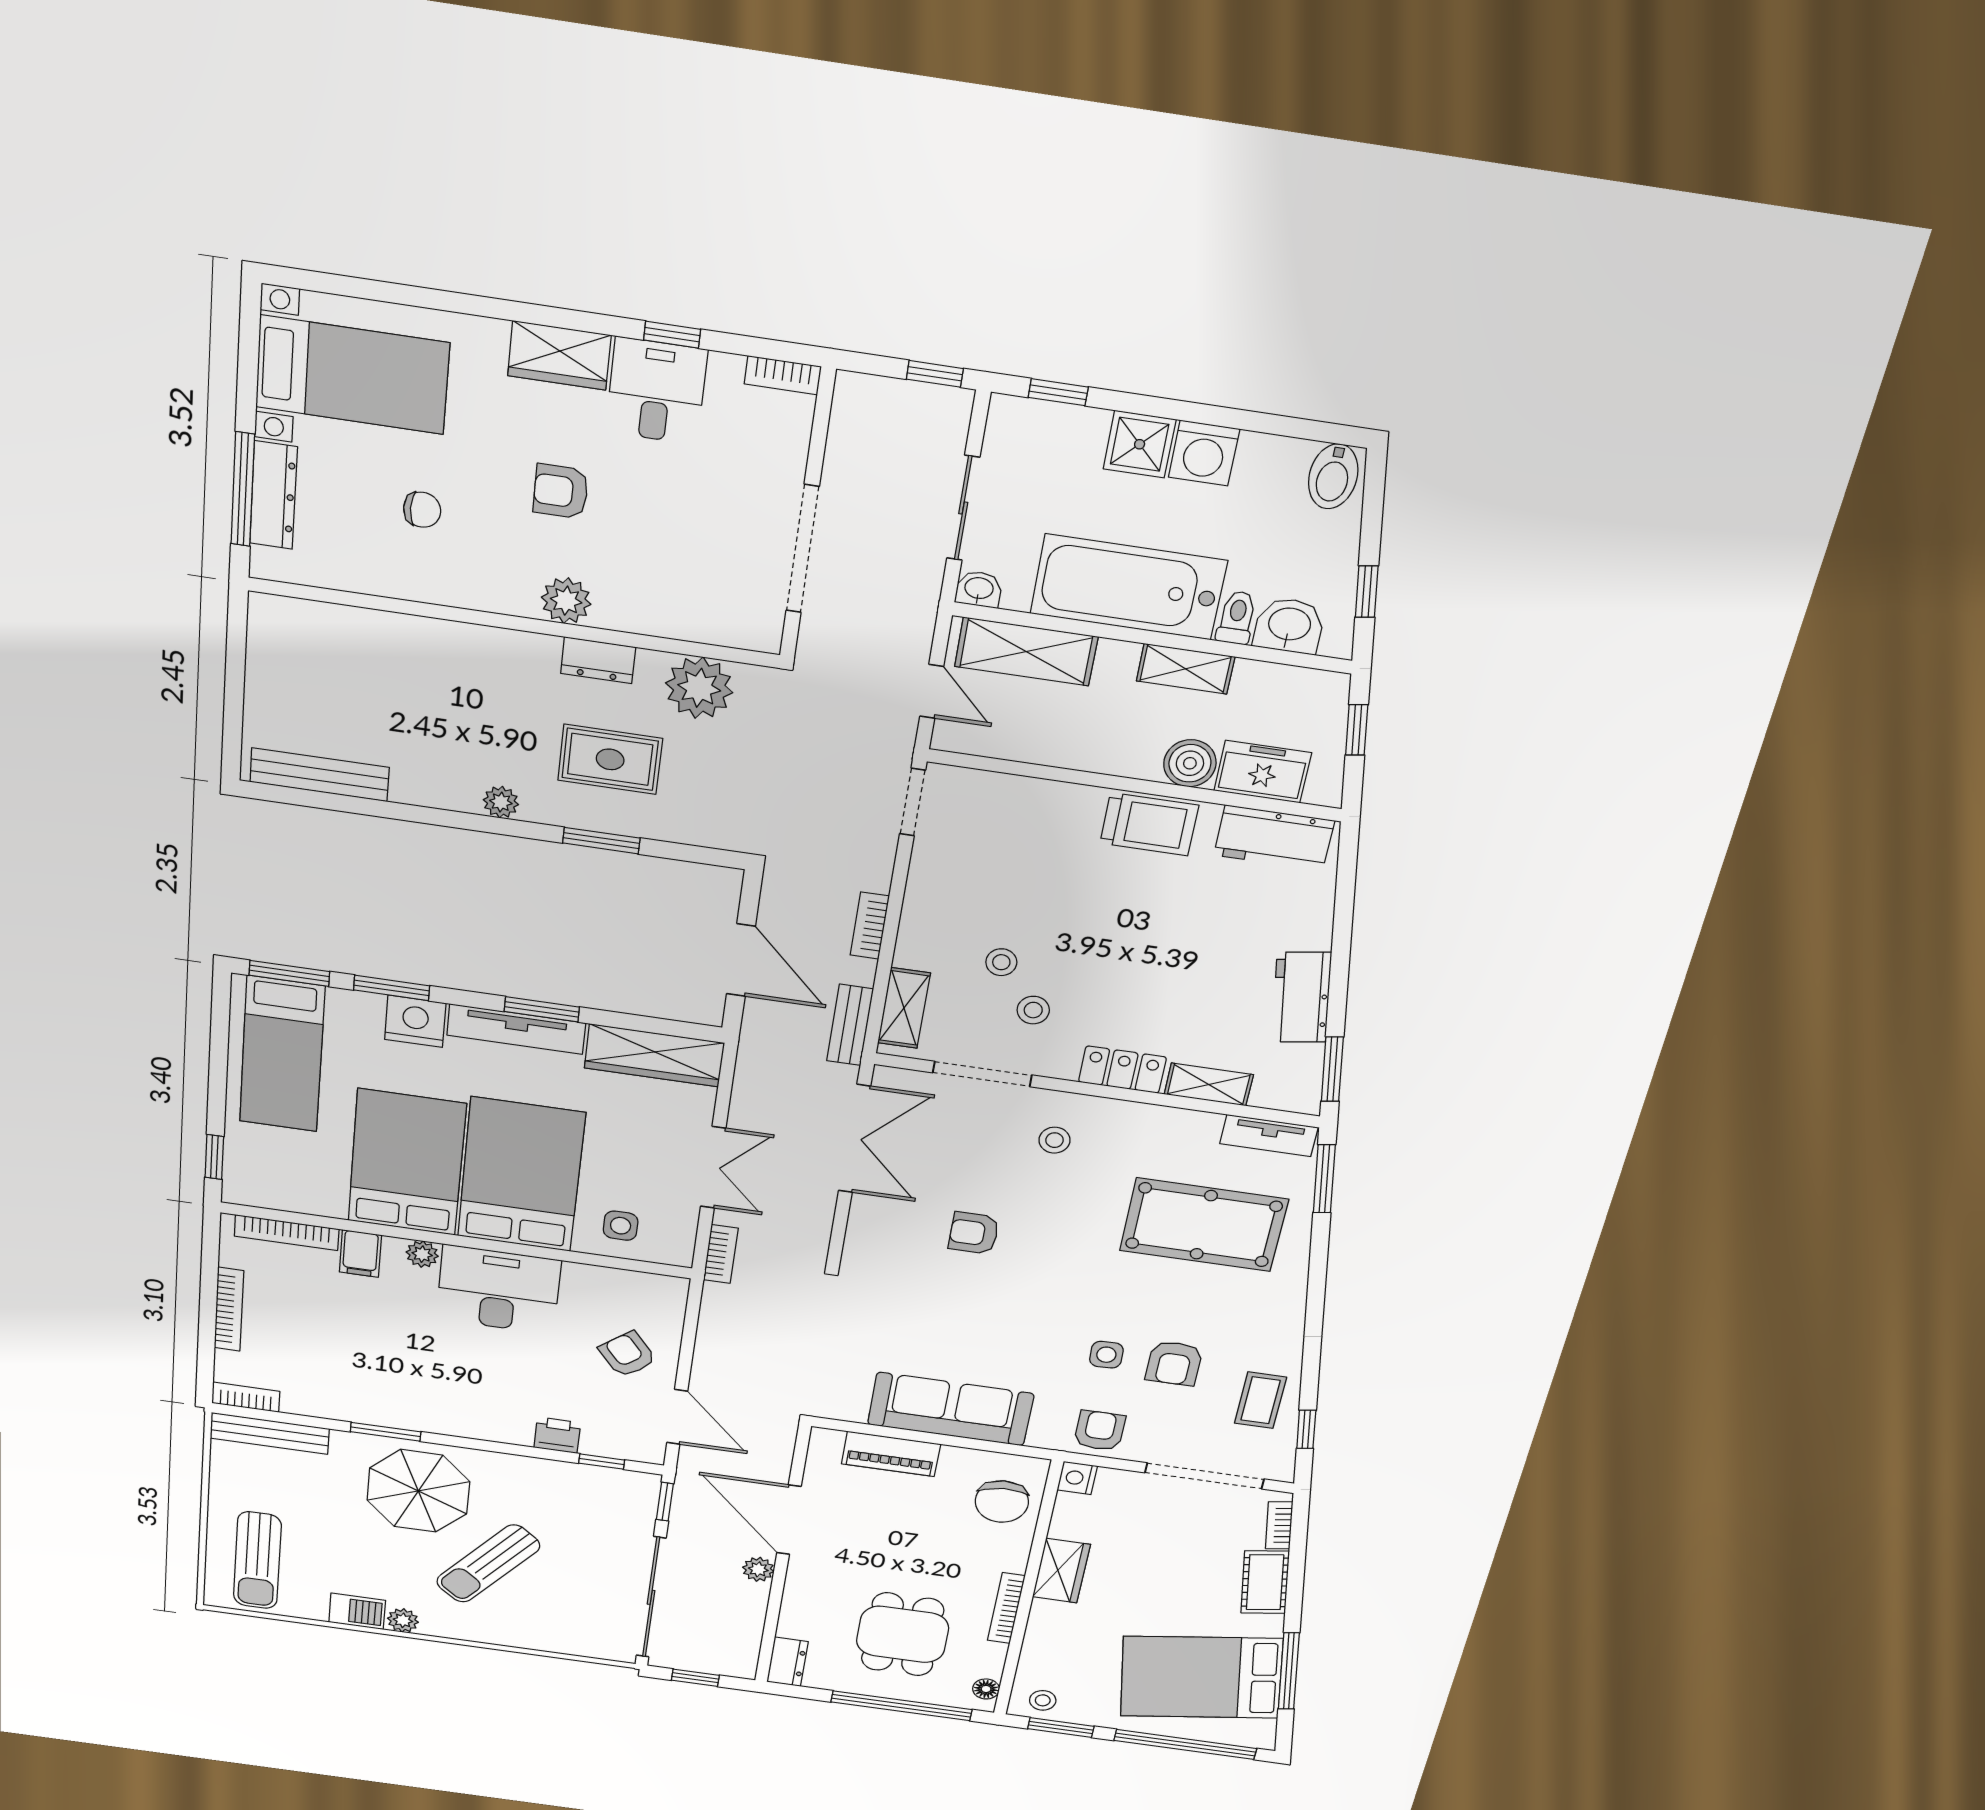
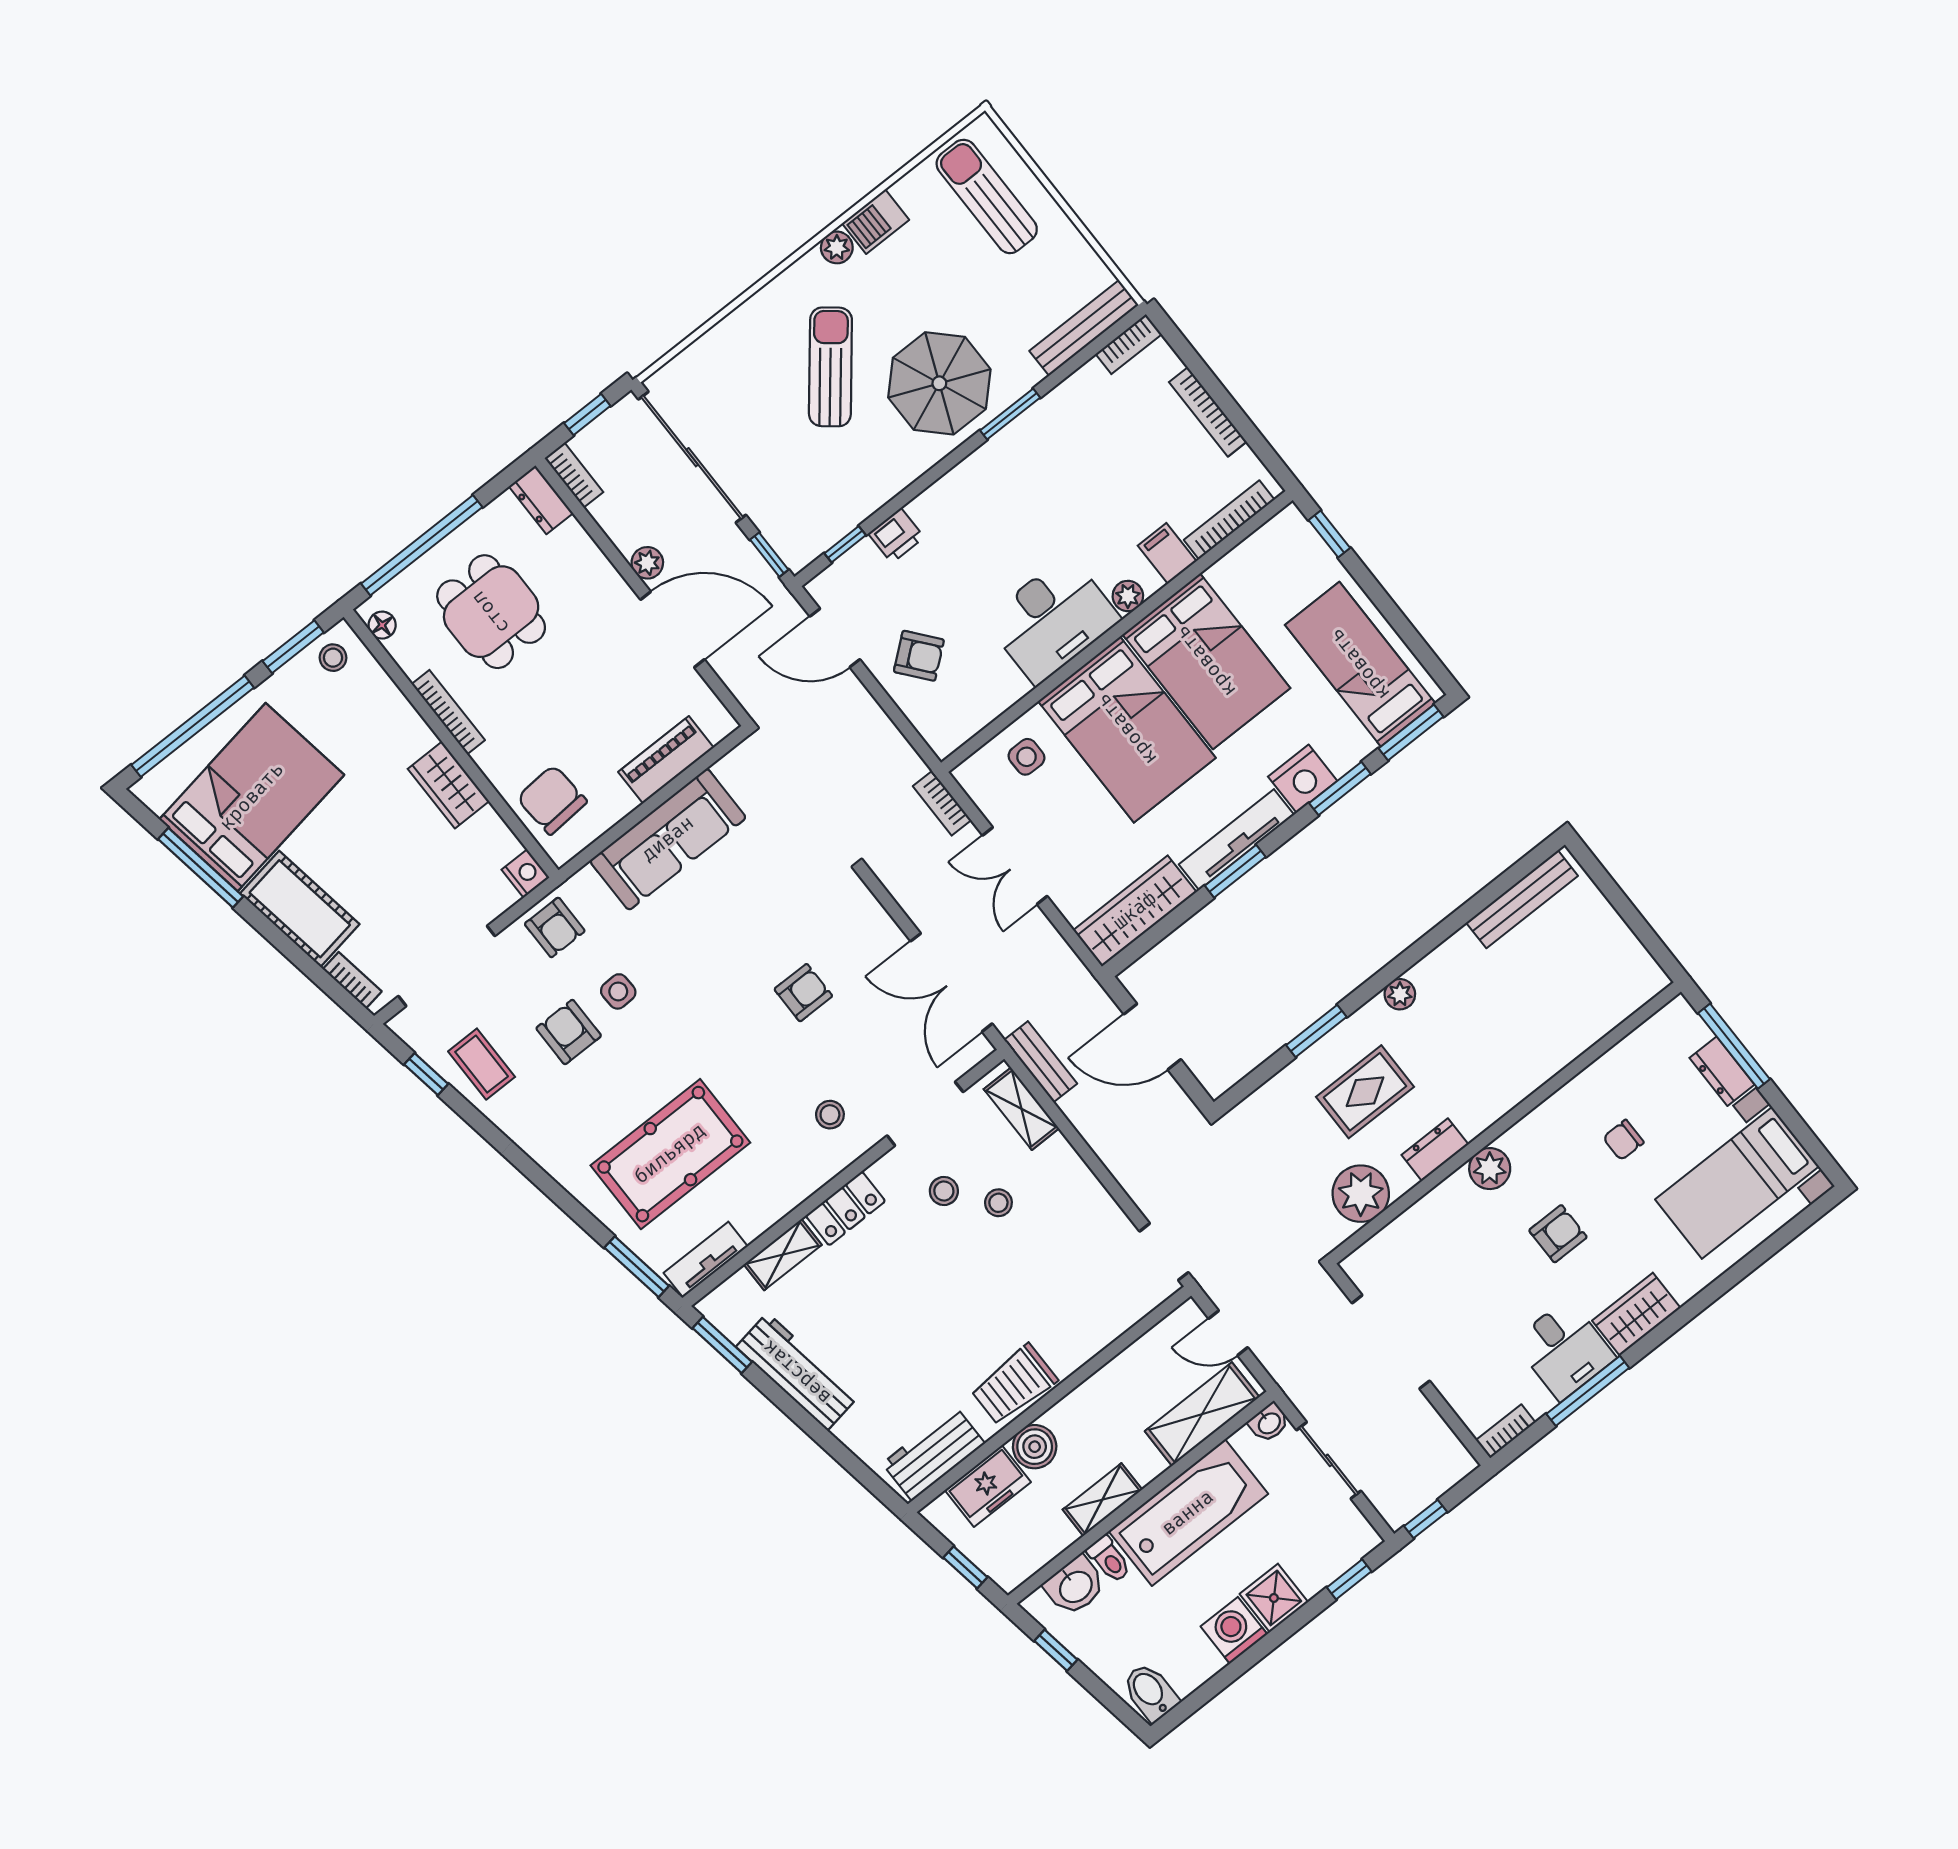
window: (672, 335) -> (1588, 1391), width x2.17
dresser: (273, 495) -> (1722, 1071), width x0.70
bookcase: (870, 926) -> (574, 475), moved
workbench: (1301, 997) -> (797, 1372), width x1.38
cot: (1265, 1582) -> (300, 909), width x1.37, depth x1.34

